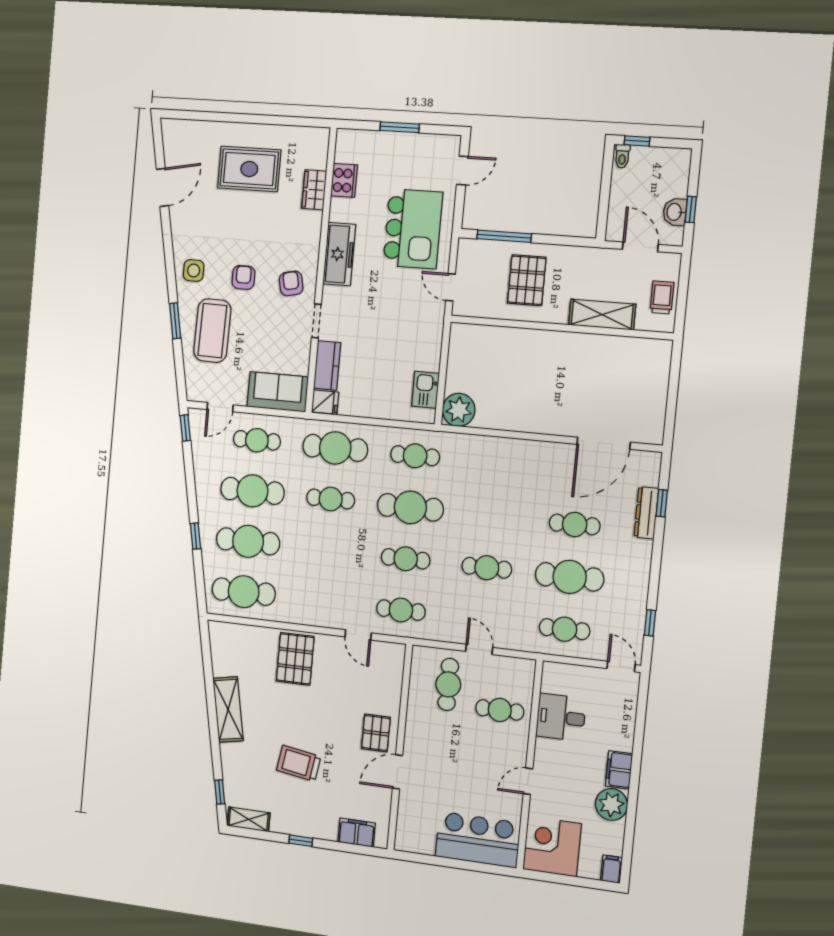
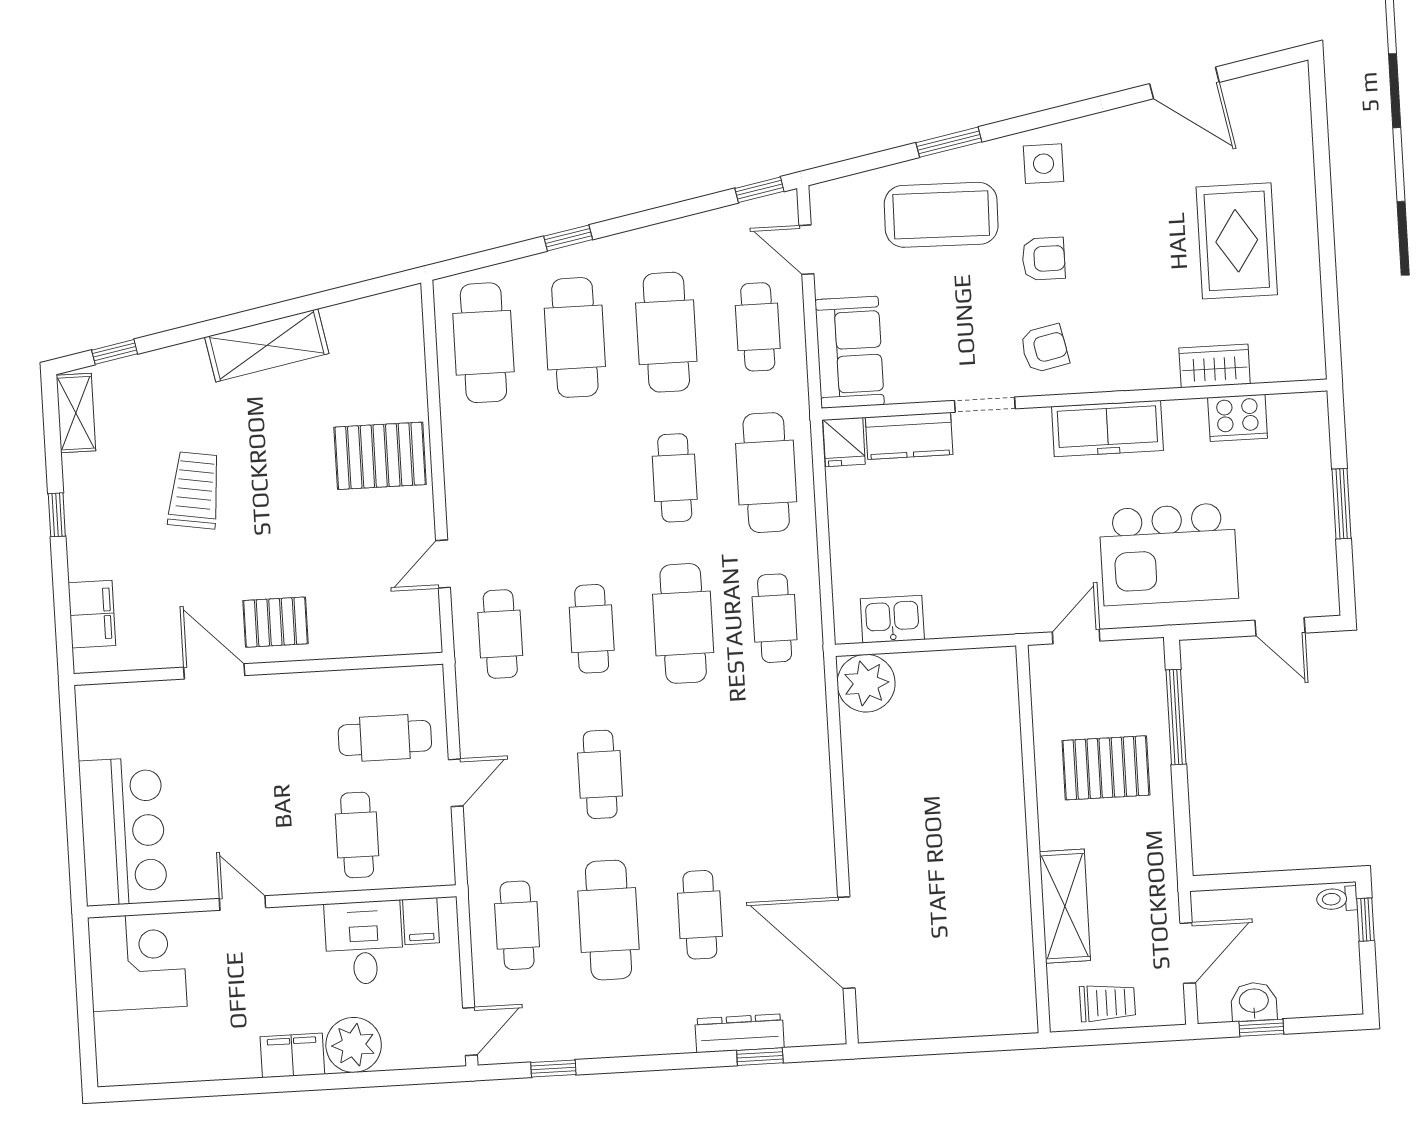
plant: (611, 804) -> (354, 1045), moved
filing cabinet: (611, 869) -> (421, 921), moved, turned 90

